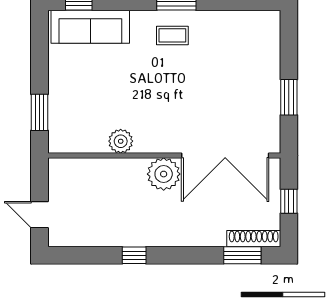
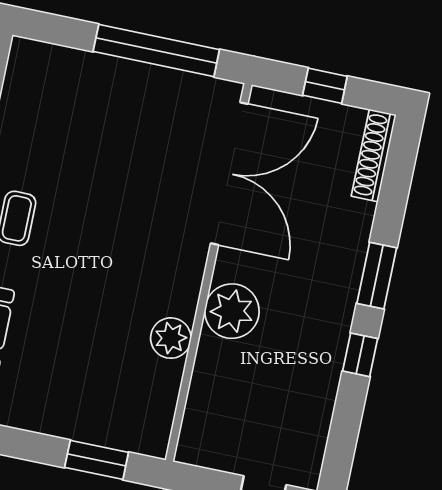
window: (289, 97) -> (156, 51), width x2.11
plant: (164, 174) -> (232, 311), moved
window: (242, 255) -> (377, 276), moved

